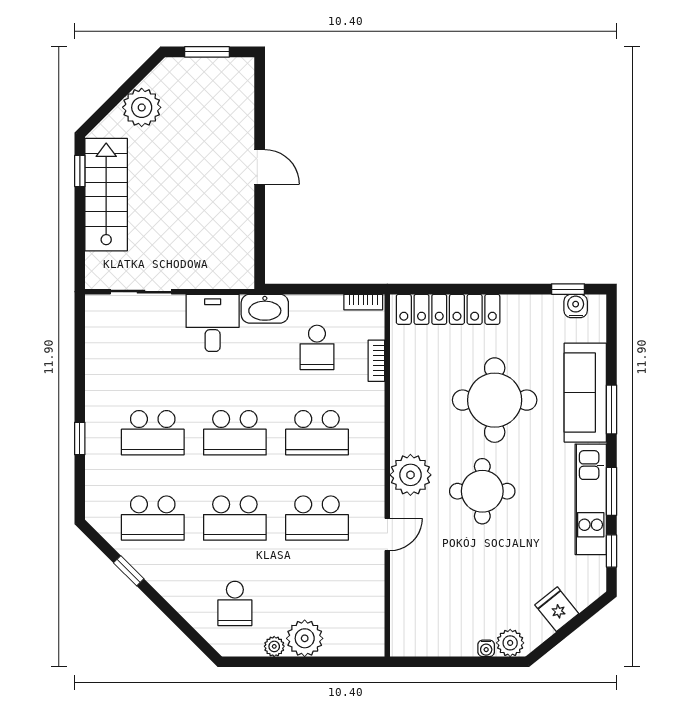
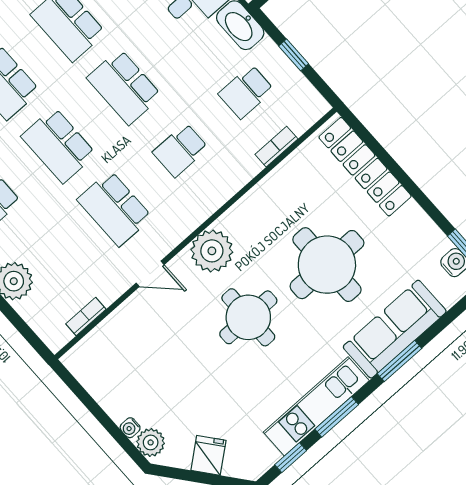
window: (321, 289) -> (294, 55), added
bookcase: (363, 302) -> (86, 317), moved, turned 90
school desk: (317, 433) -> (180, 150), width x0.54

